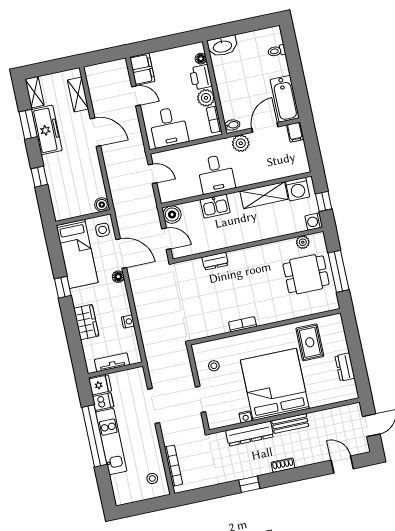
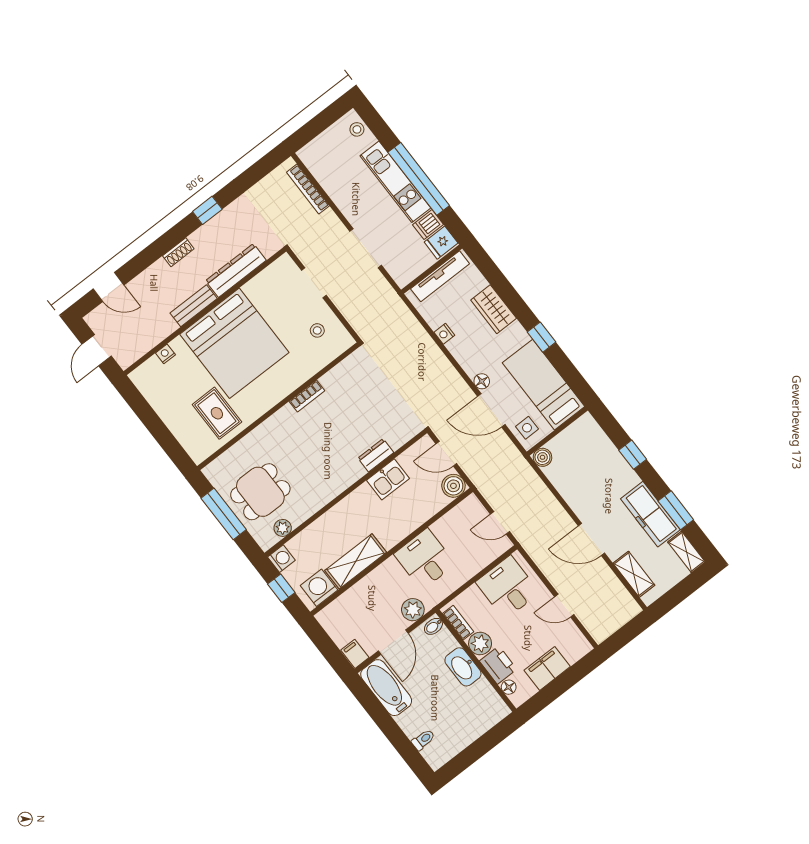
washbasin: (222, 46) -> (463, 667), moved, turned -90
filing cabinet: (142, 69) -> (547, 668), moved, turned 90
kitchen sink: (215, 206) -> (388, 479), moved, turned 180
tv unit: (112, 362) -> (440, 276), width x1.41
dresser: (345, 367) -> (161, 404), removed
nightstand: (245, 417) -> (165, 354), moved
stool: (152, 478) -> (357, 129), moved

